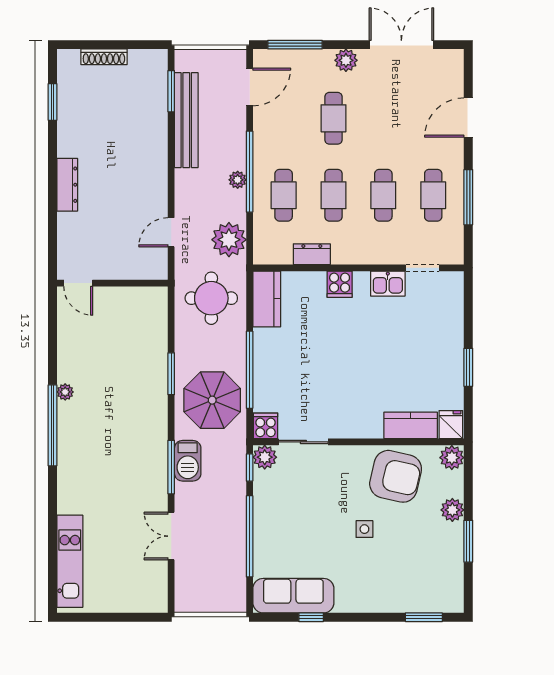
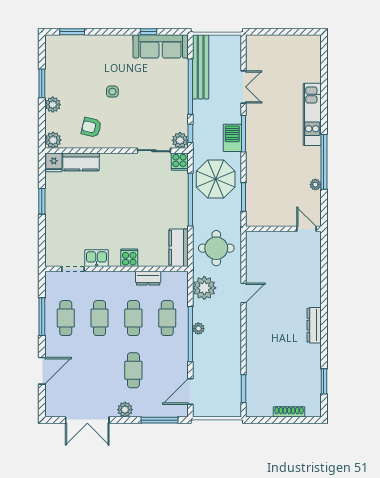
bench: (186, 120) -> (201, 67), moved
door: (78, 283) -> (307, 229), moved
wall: (112, 283) -> (283, 229), moved
armchair: (396, 476) -> (91, 127), width x0.53, depth x0.53
kitchen unit: (70, 561) -> (312, 114), moved

